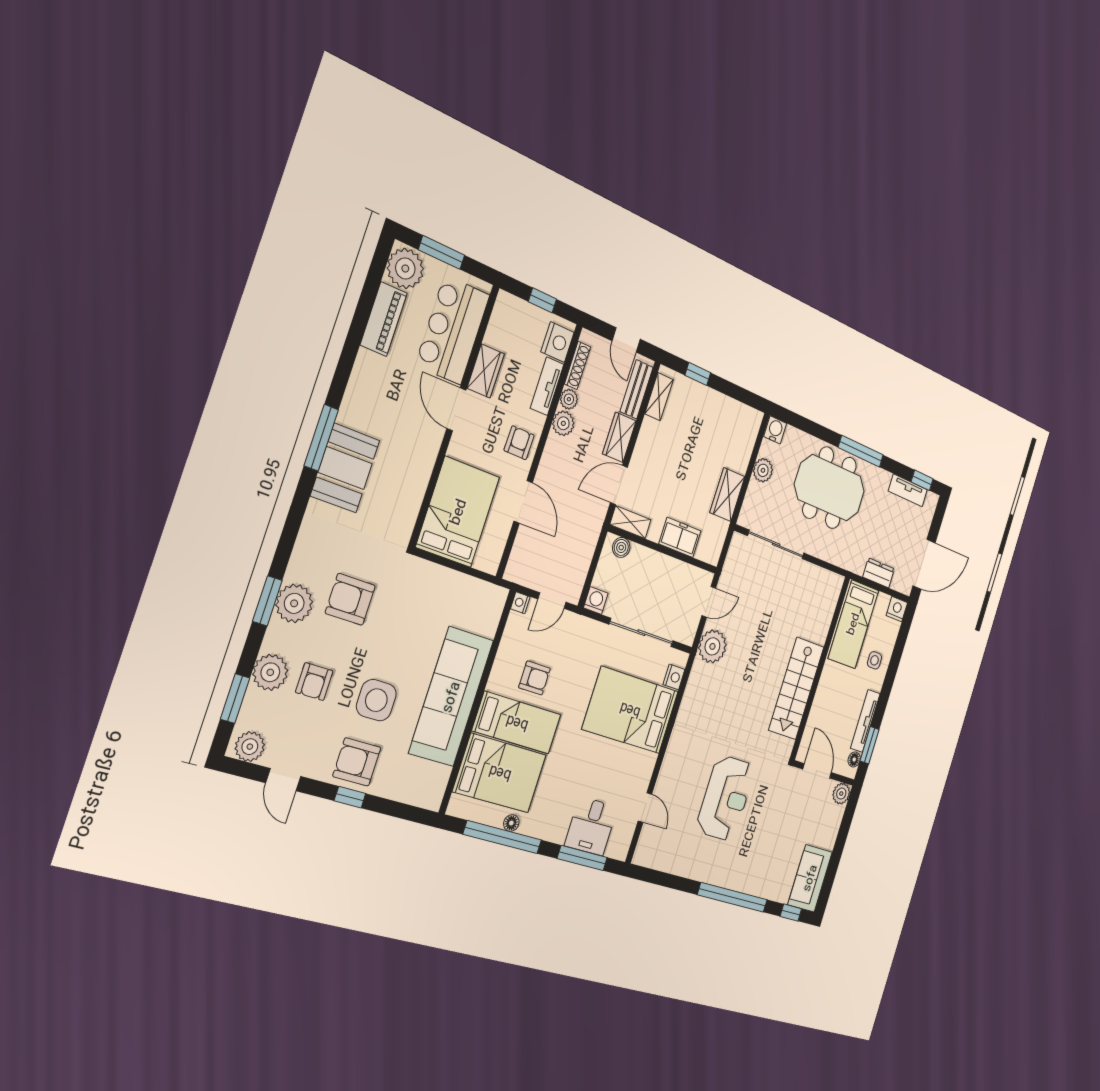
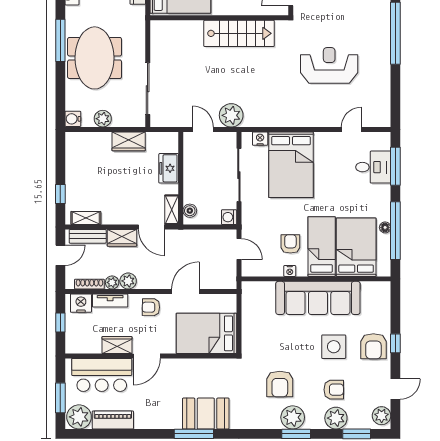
nightstand: (520, 603) -> (290, 271), moved

